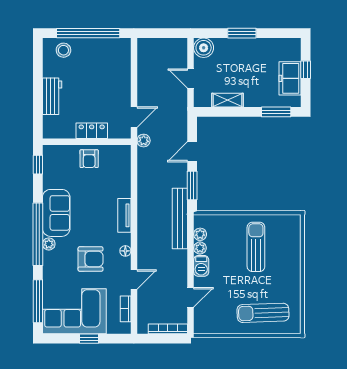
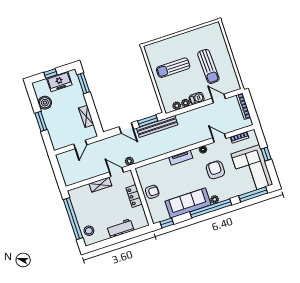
boiler: (204, 48) -> (45, 103), moved
shelving: (124, 88) -> (100, 185), added
sofa: (56, 213) -> (188, 203), width x1.36
bench: (180, 219) -> (157, 126), moved
sun lounger: (263, 313) -> (208, 66), moved

